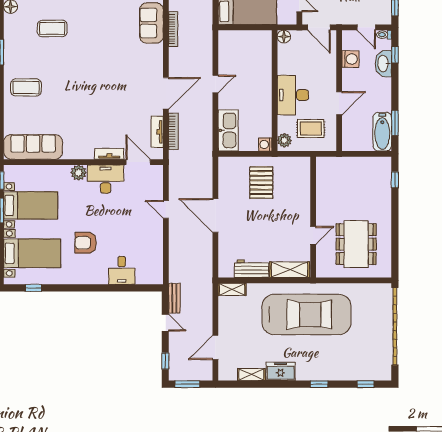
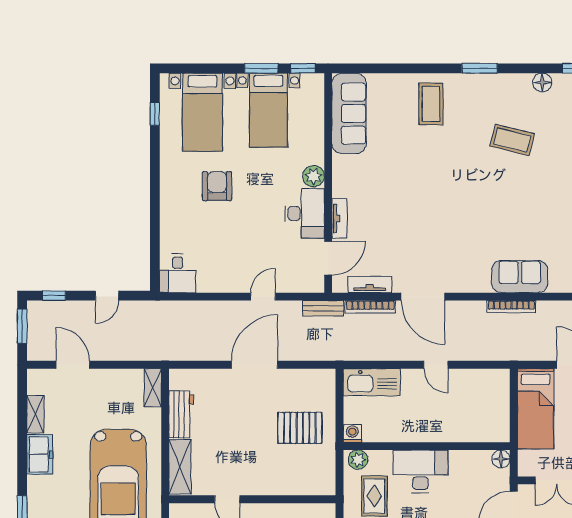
coffee table: (52, 28) -> (512, 140), turned -76
desk: (122, 270) -> (178, 273), moved, turned -90
bench: (174, 298) -> (323, 308), moved

